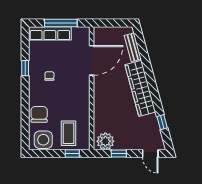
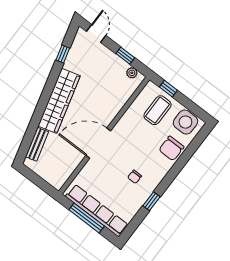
row of seats: (50, 33) -> (97, 210), width x1.36
door: (92, 60) -> (98, 143), moved
plant: (105, 141) -> (132, 73), width x0.53, depth x0.53

